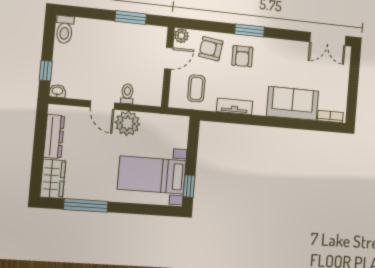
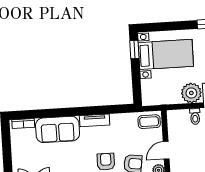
coffee table: (196, 88) -> (149, 122), moved, turned 90
tv unit: (235, 106) -> (95, 120), moved

